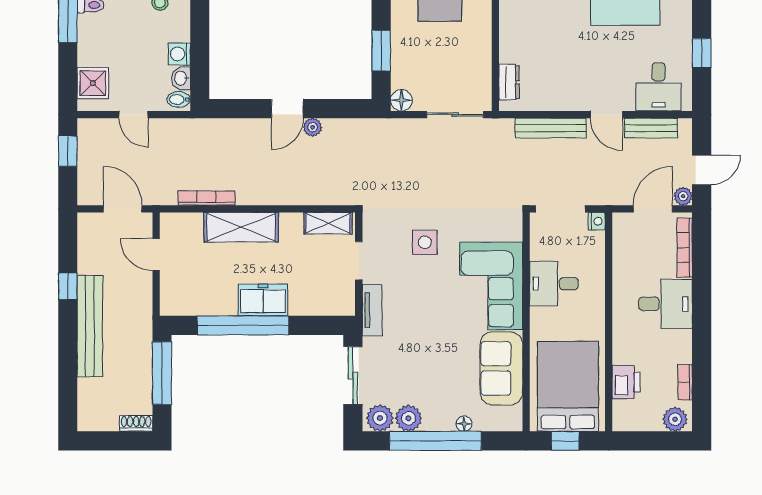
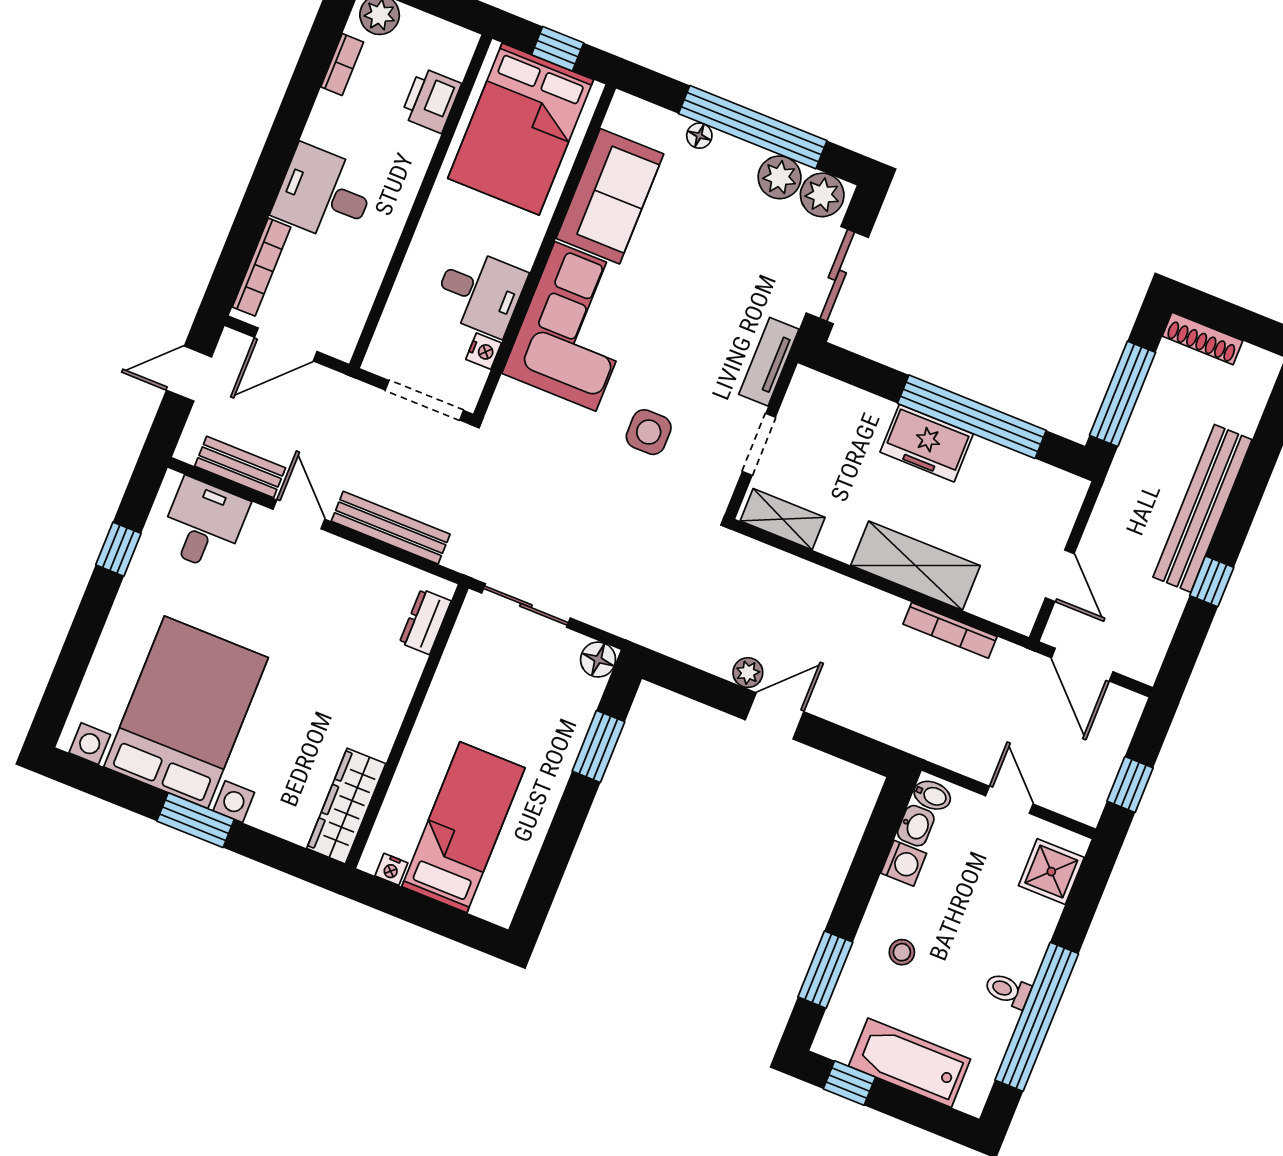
plant: (683, 196) -> (233, 345), removed
nightstand: (597, 221) -> (484, 351), moved, turned 180
shoe rack: (136, 423) -> (1203, 338), width x1.43

